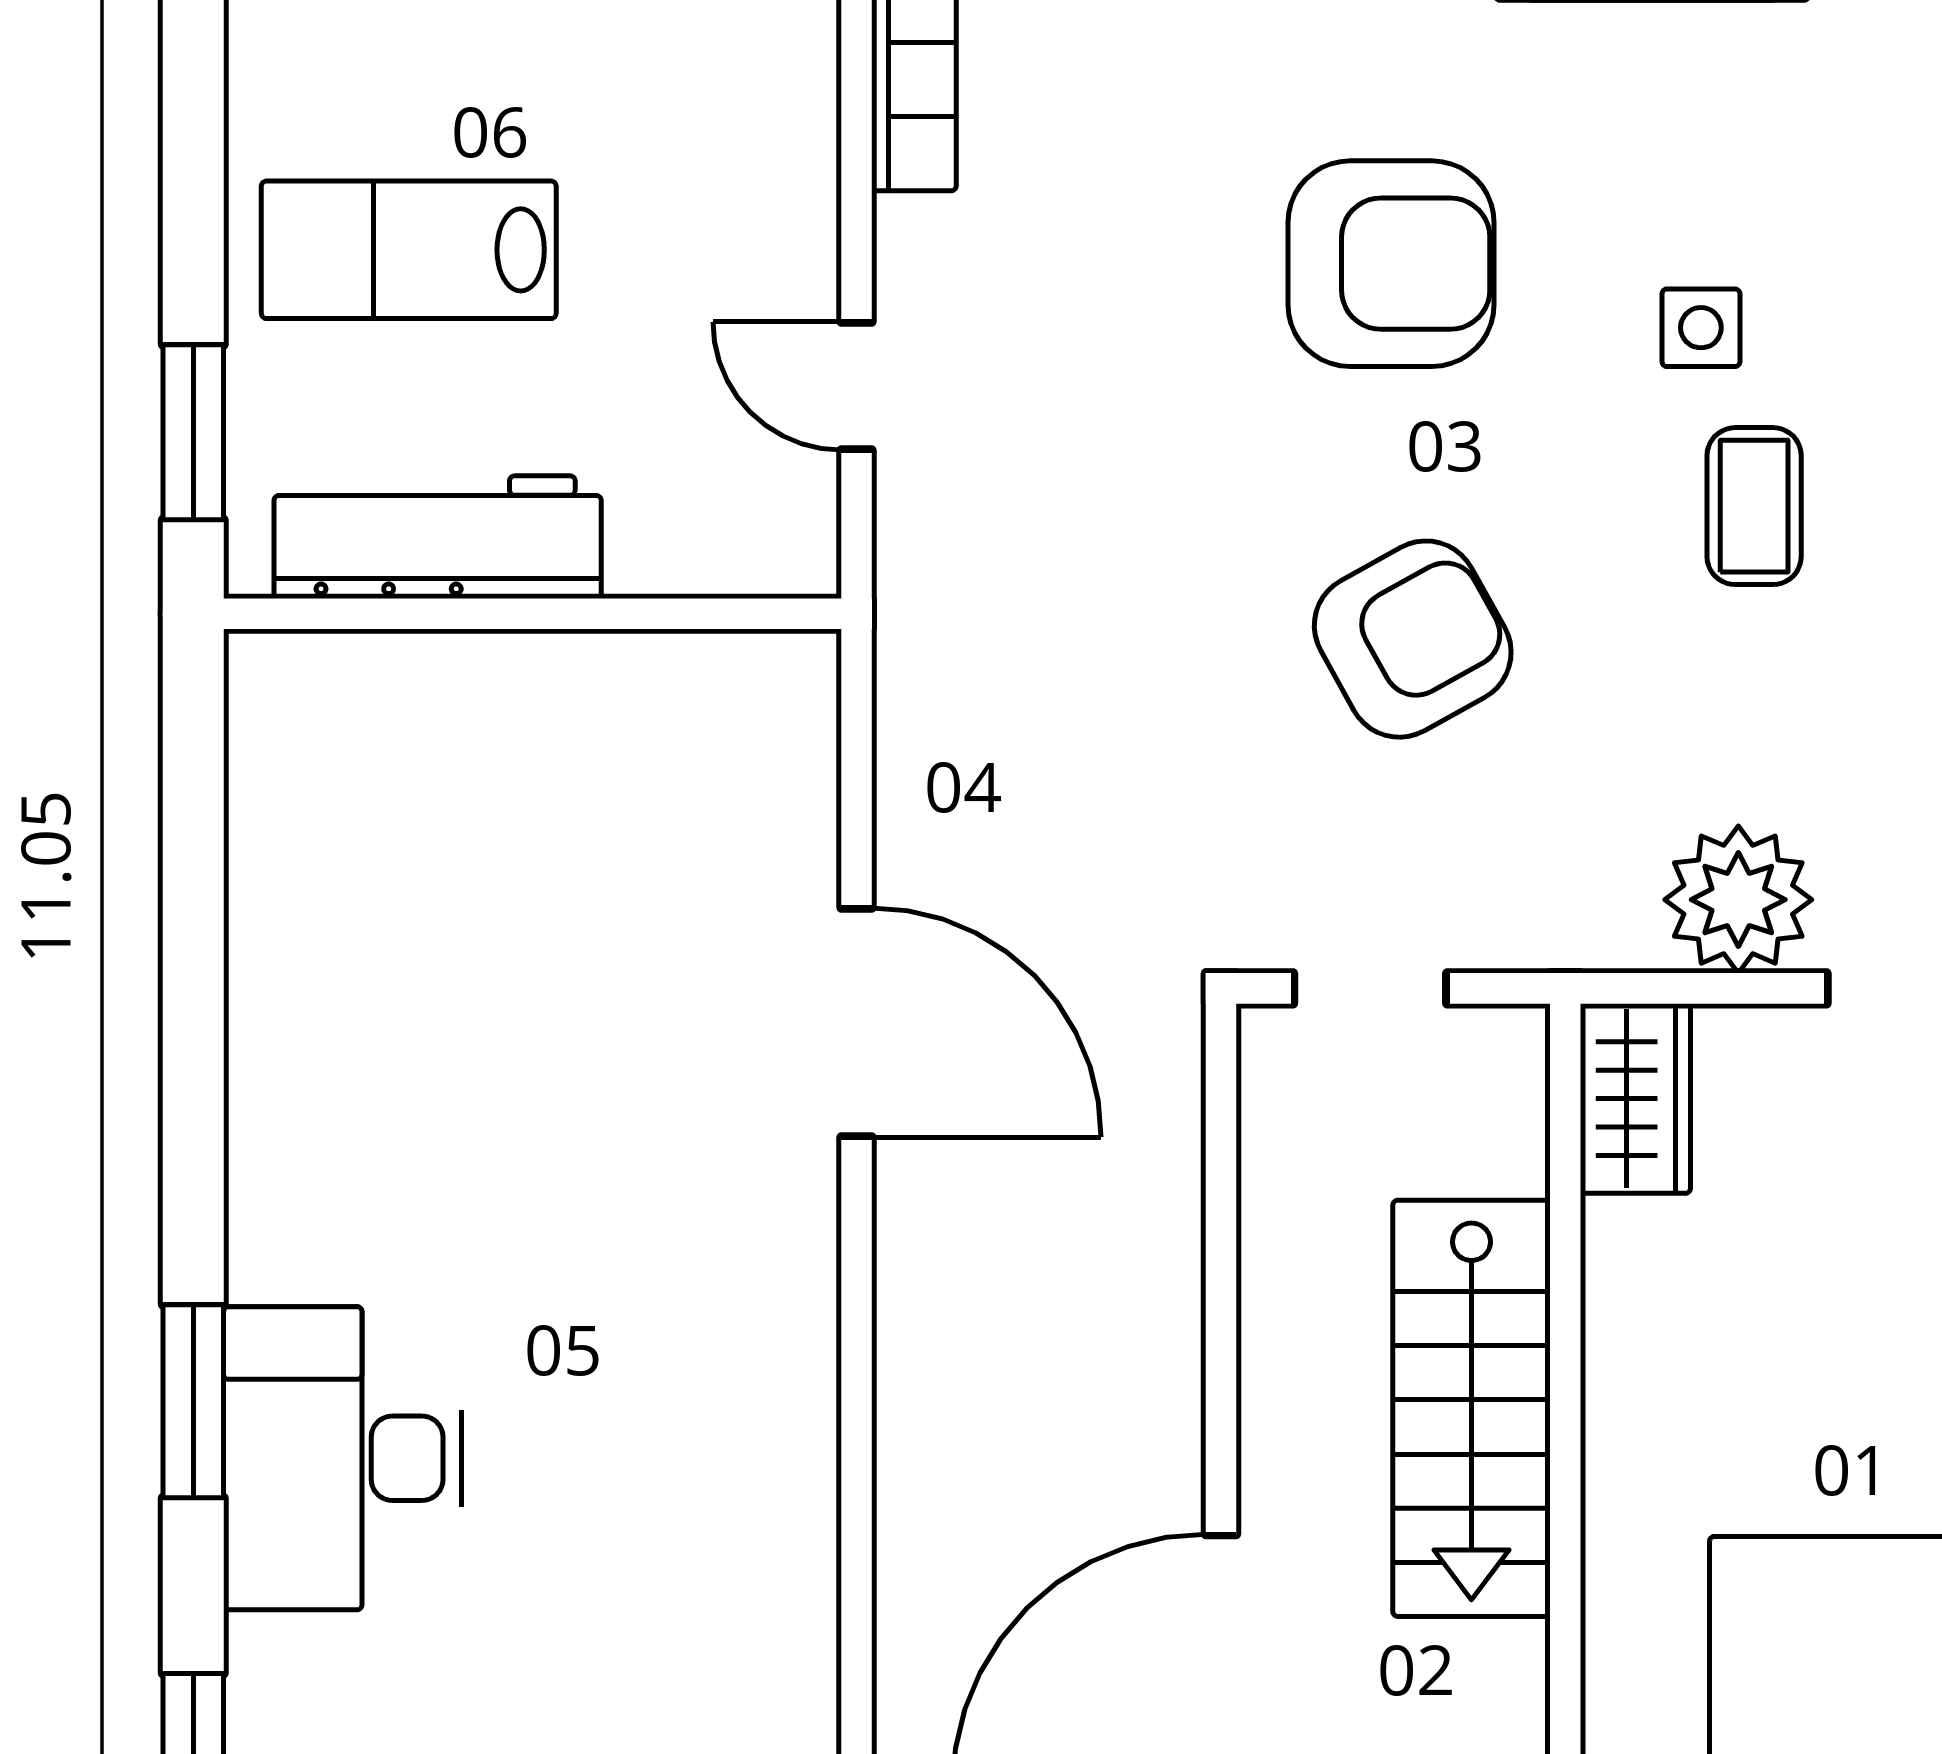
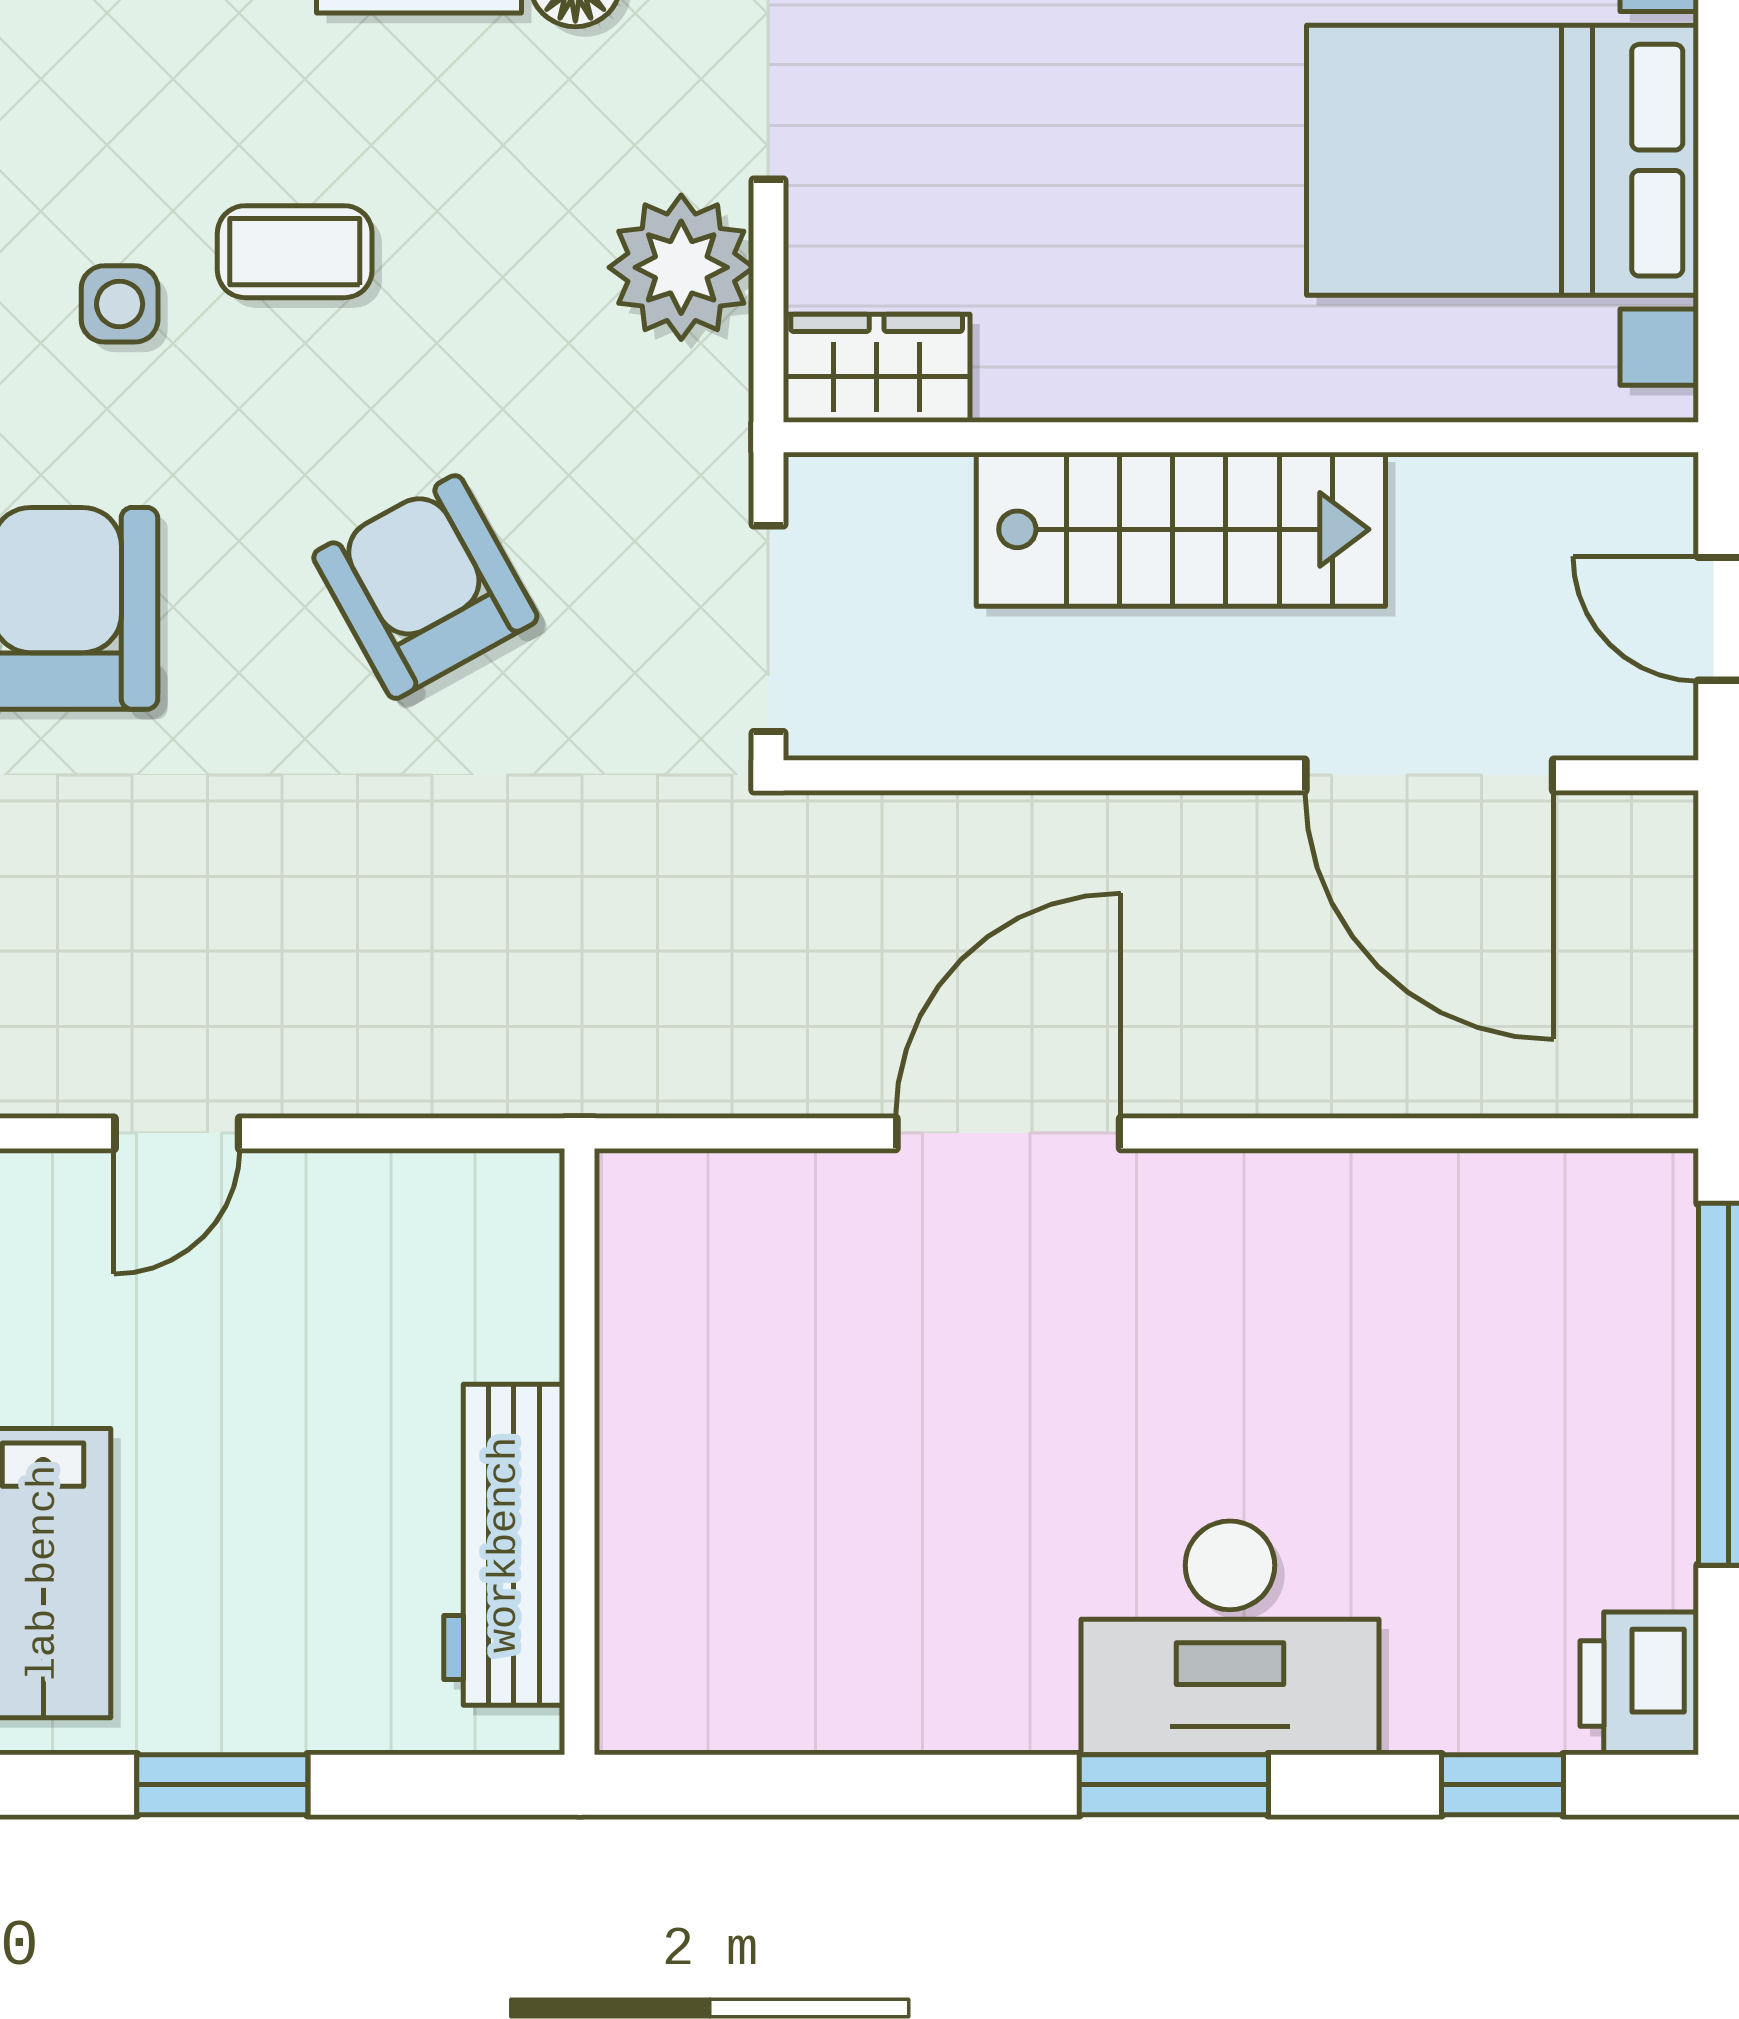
workbench: (438, 537) -> (504, 1545), moved
wall: (532, 614) -> (580, 1452), moved
doorway: (1370, 988) -> (768, 629), width x1.38
door: (856, 1022) -> (1008, 1133), moved

